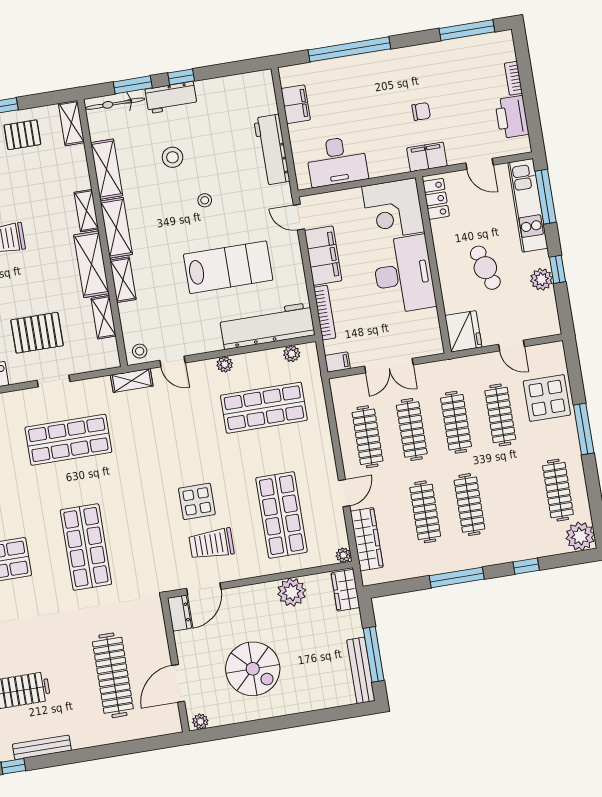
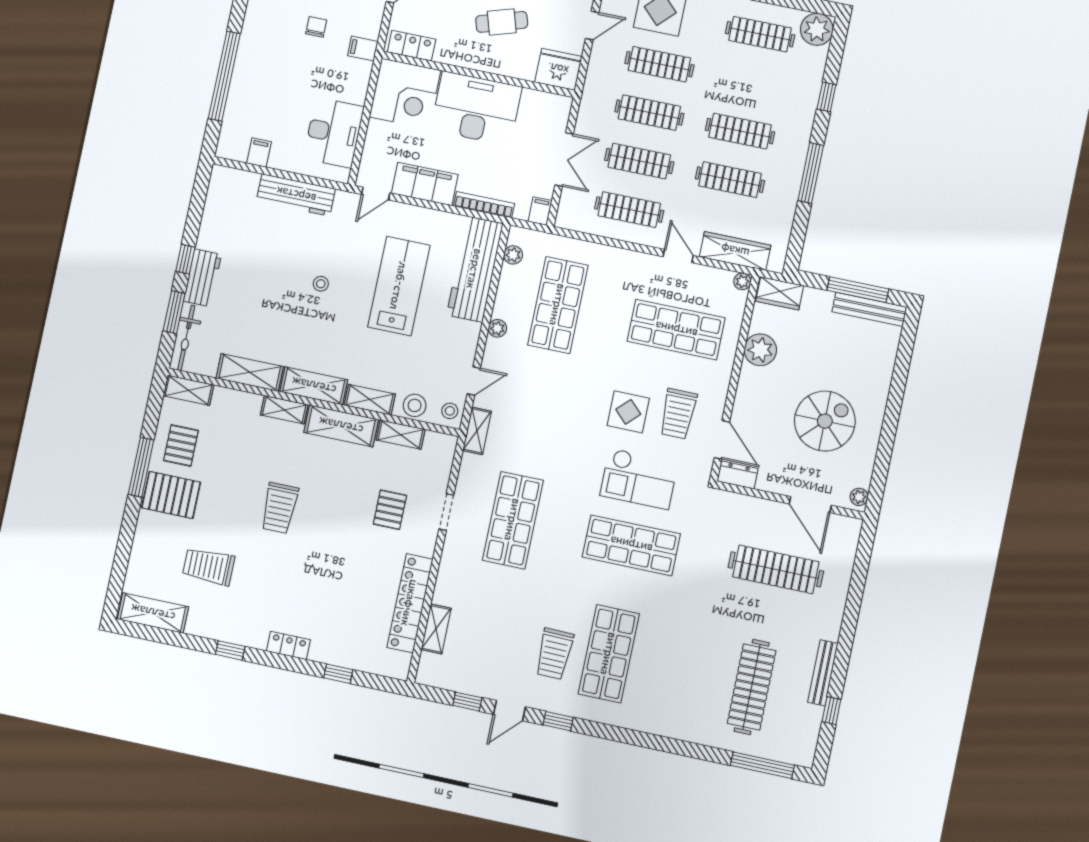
filing cabinet: (296, 104) -> (259, 153), width x0.50
stool: (172, 157) -> (415, 405), moved
filing cabinet: (427, 157) -> (363, 49), width x0.50
pallet: (37, 333) -> (390, 510), width x0.67, depth x0.71
checkout: (144, 532) -> (639, 479), added

